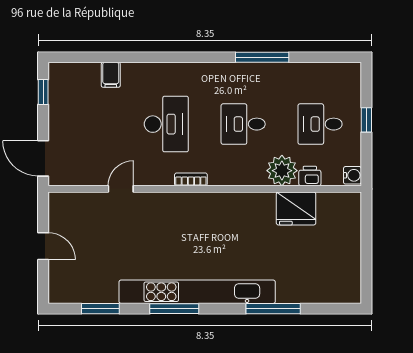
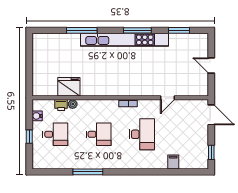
desk: (166, 124) -> (142, 134), turned 180
plant: (282, 171) -> (73, 104), width x0.53, depth x0.53
water cooler: (352, 175) -> (37, 116), moved

